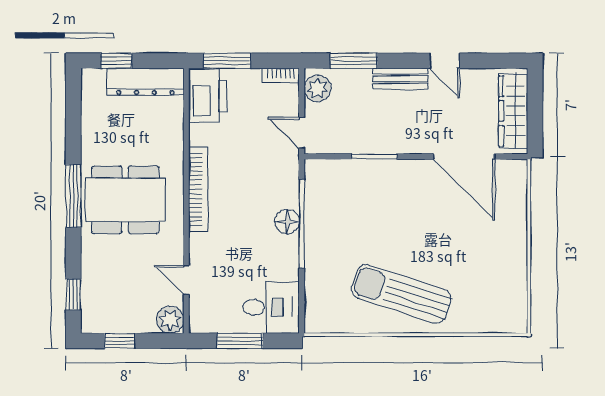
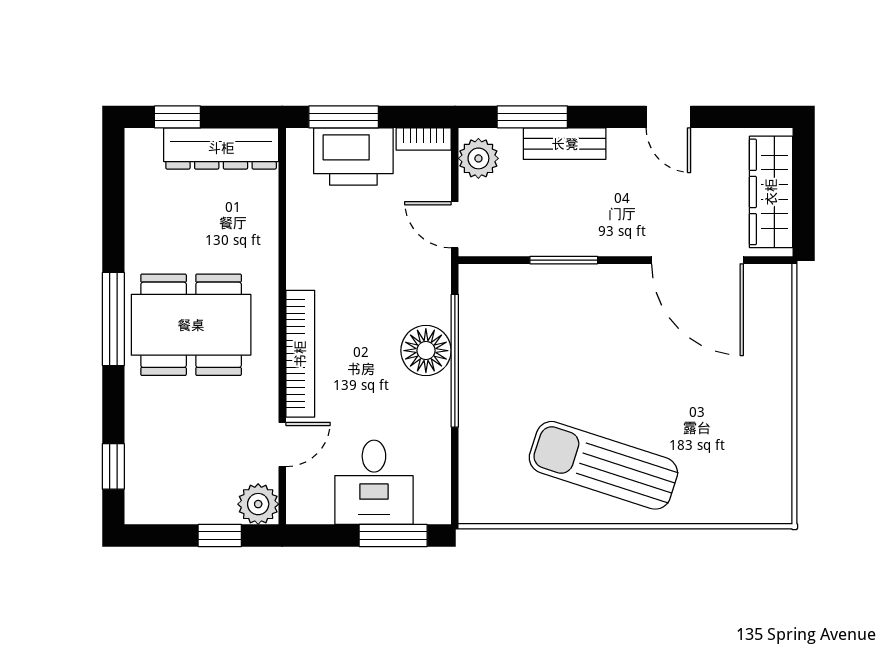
bench: (400, 79) -> (565, 144), moved
printer: (208, 96) -> (353, 157), moved, turned 90
bookcase: (198, 189) -> (300, 354), moved
floor lamp: (287, 222) -> (426, 351), width x1.38, depth x1.38
door: (186, 280) -> (282, 444), swing flipped
desk: (271, 307) -> (374, 482), moved, turned 90
window: (119, 341) -> (220, 535), moved
window: (240, 341) -> (393, 535), moved

